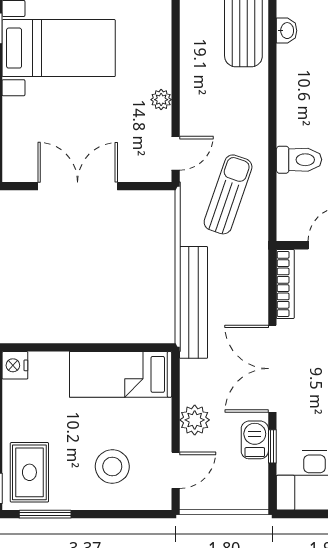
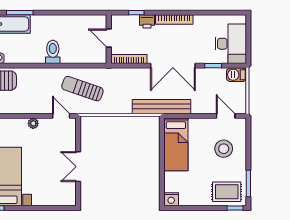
toilet: (299, 160) -> (53, 52), moved
double door: (78, 186) -> (78, 167), width x0.73
bench: (194, 302) -> (161, 107), moved
plant: (195, 420) -> (200, 106), removed
barbecue: (255, 440) -> (236, 75), moved

